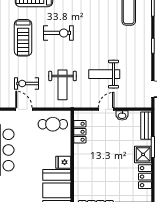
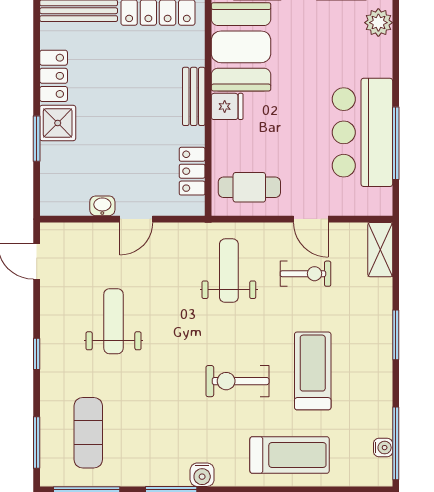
weight bench: (104, 74) -> (114, 321), moved, turned -90
bench: (146, 126) -> (194, 96), moved

